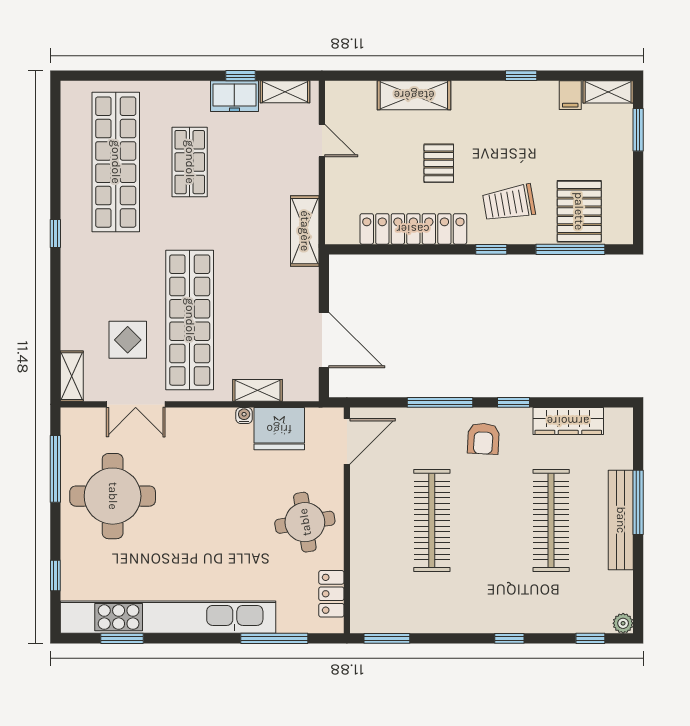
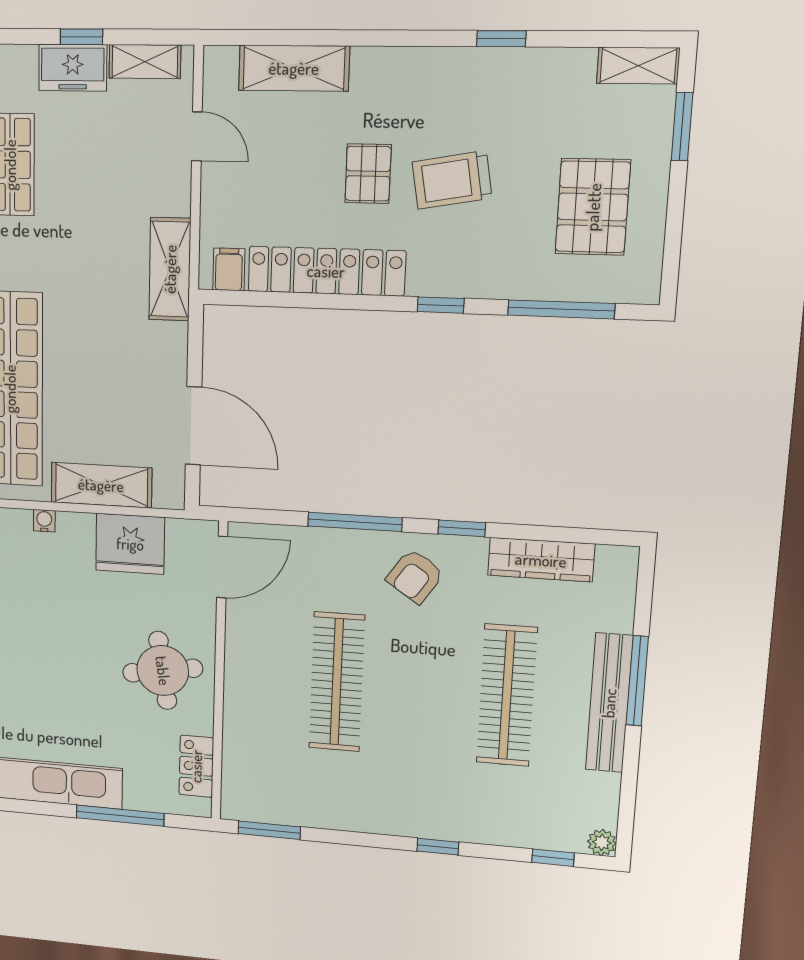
shelving: (414, 95) -> (294, 68), moved
filing cabinet: (570, 95) -> (229, 269), moved, turned 180
trolley: (509, 203) -> (452, 180), moved
pallet: (579, 211) -> (593, 207), moved
shelving: (258, 390) -> (101, 485), width x1.50, depth x1.33
water cooler: (244, 416) -> (44, 521), moved
armchair: (483, 439) -> (415, 576), turned 31

